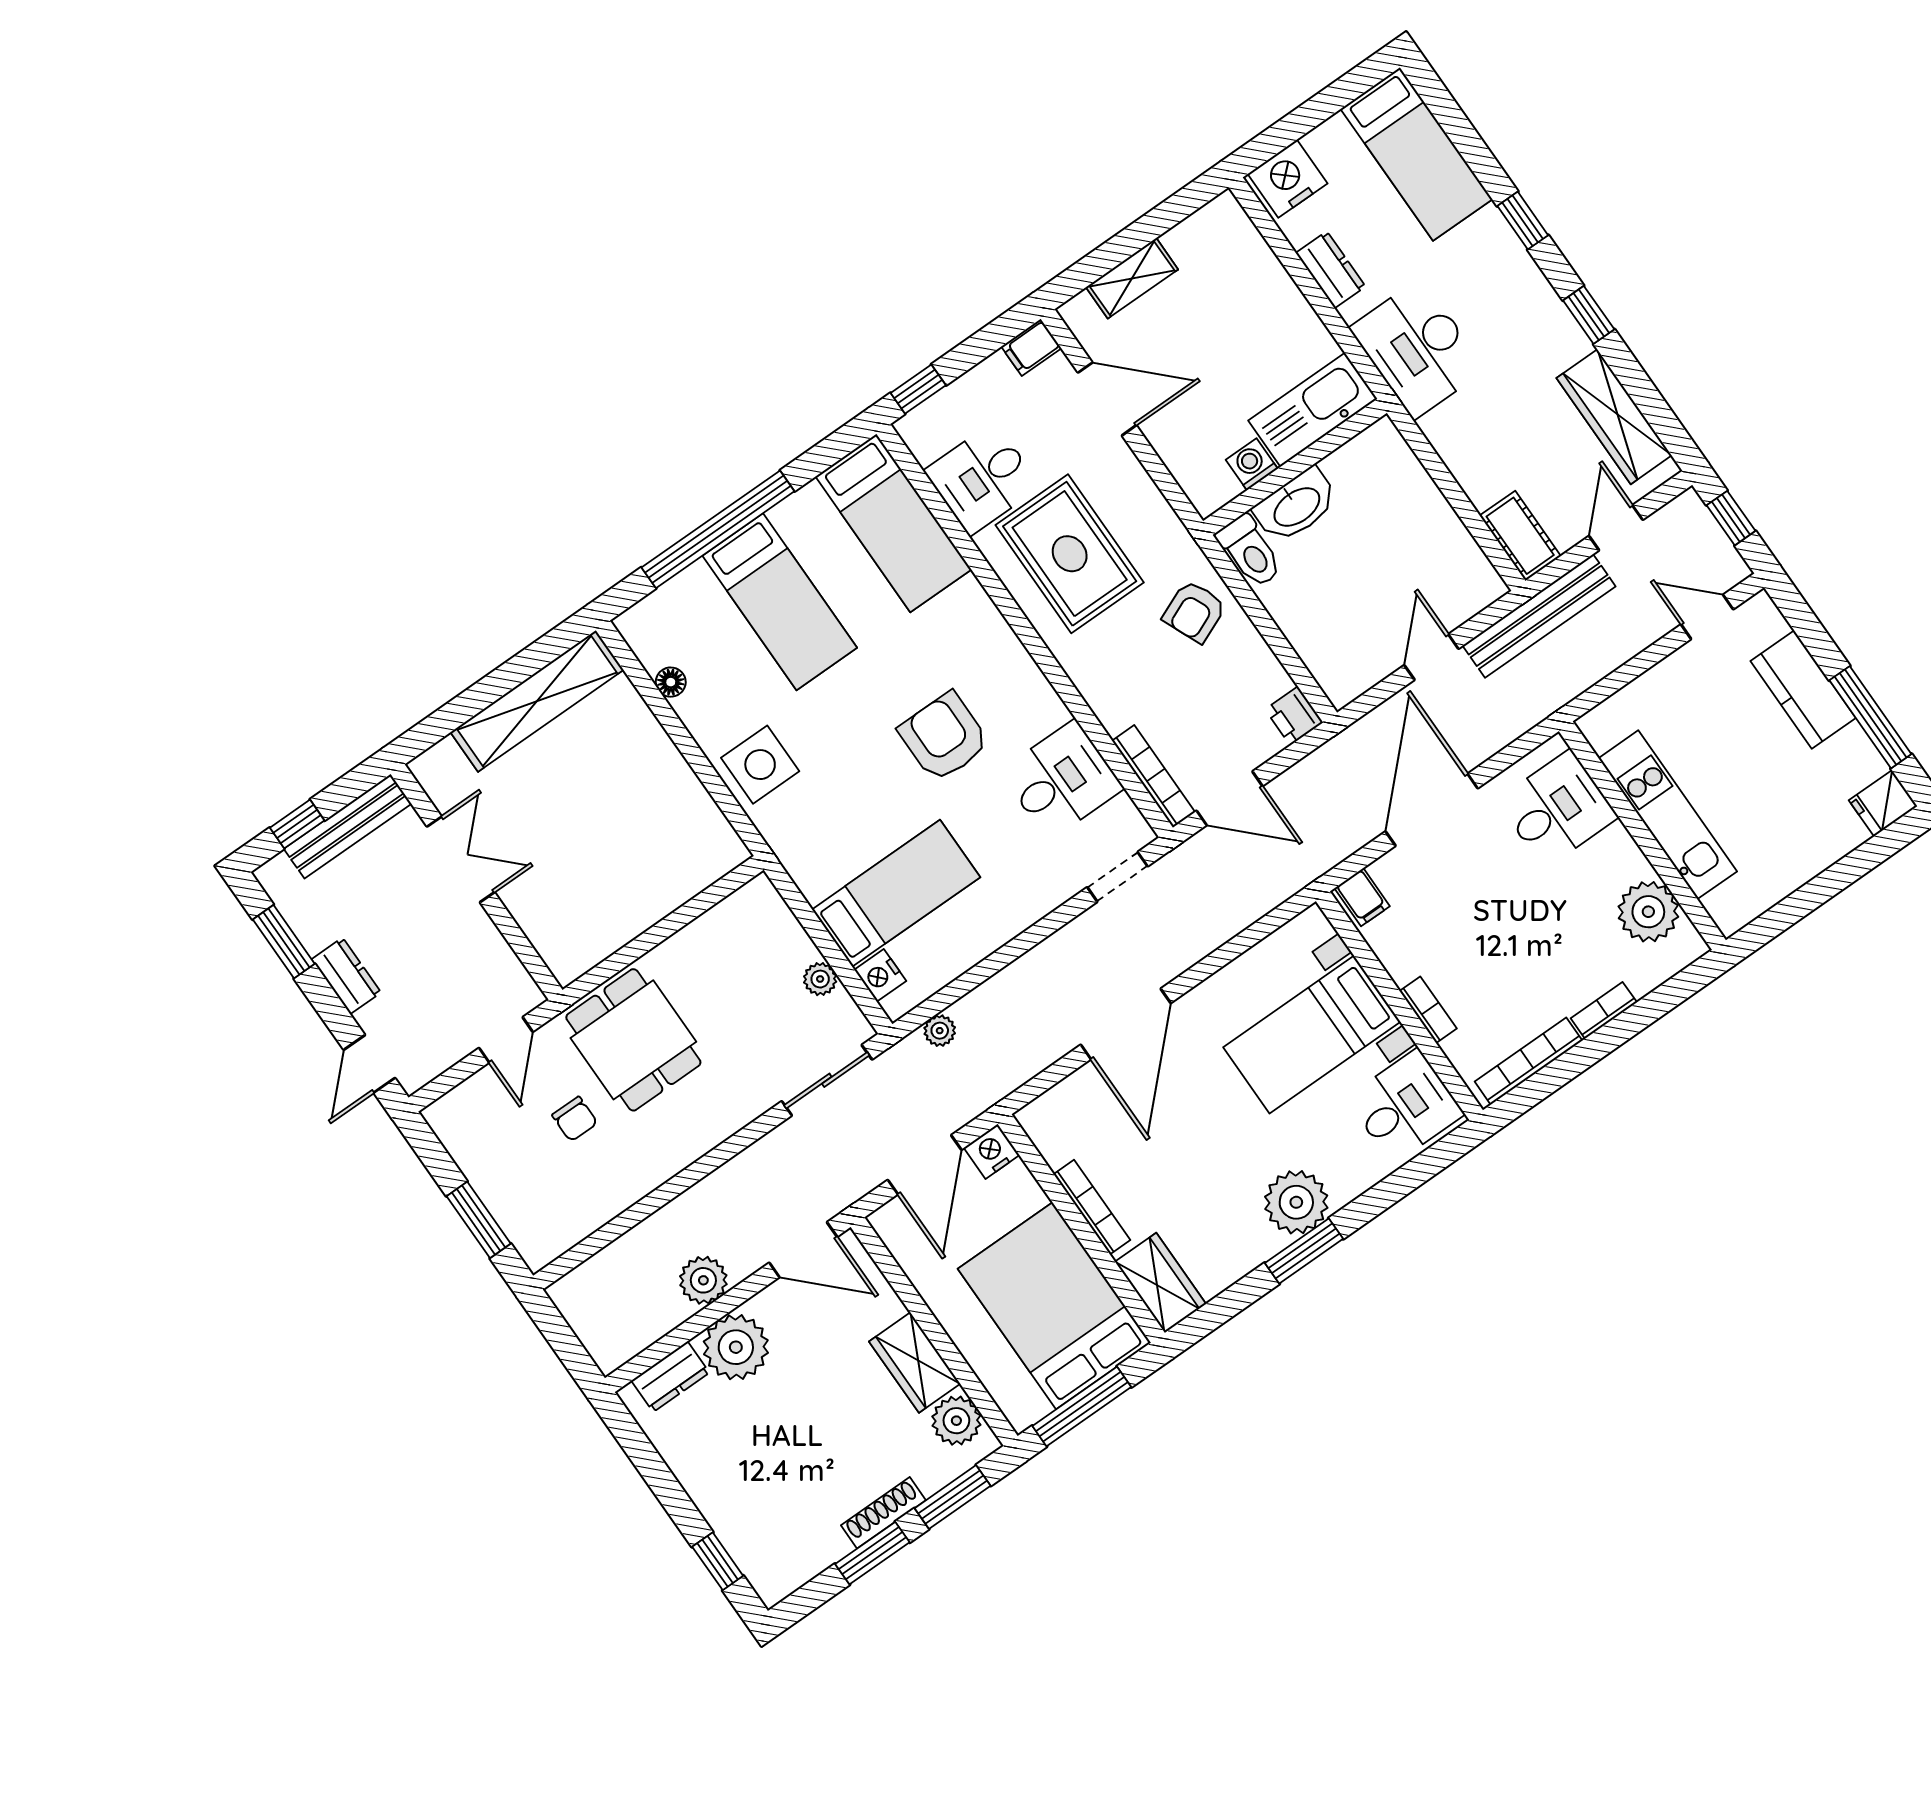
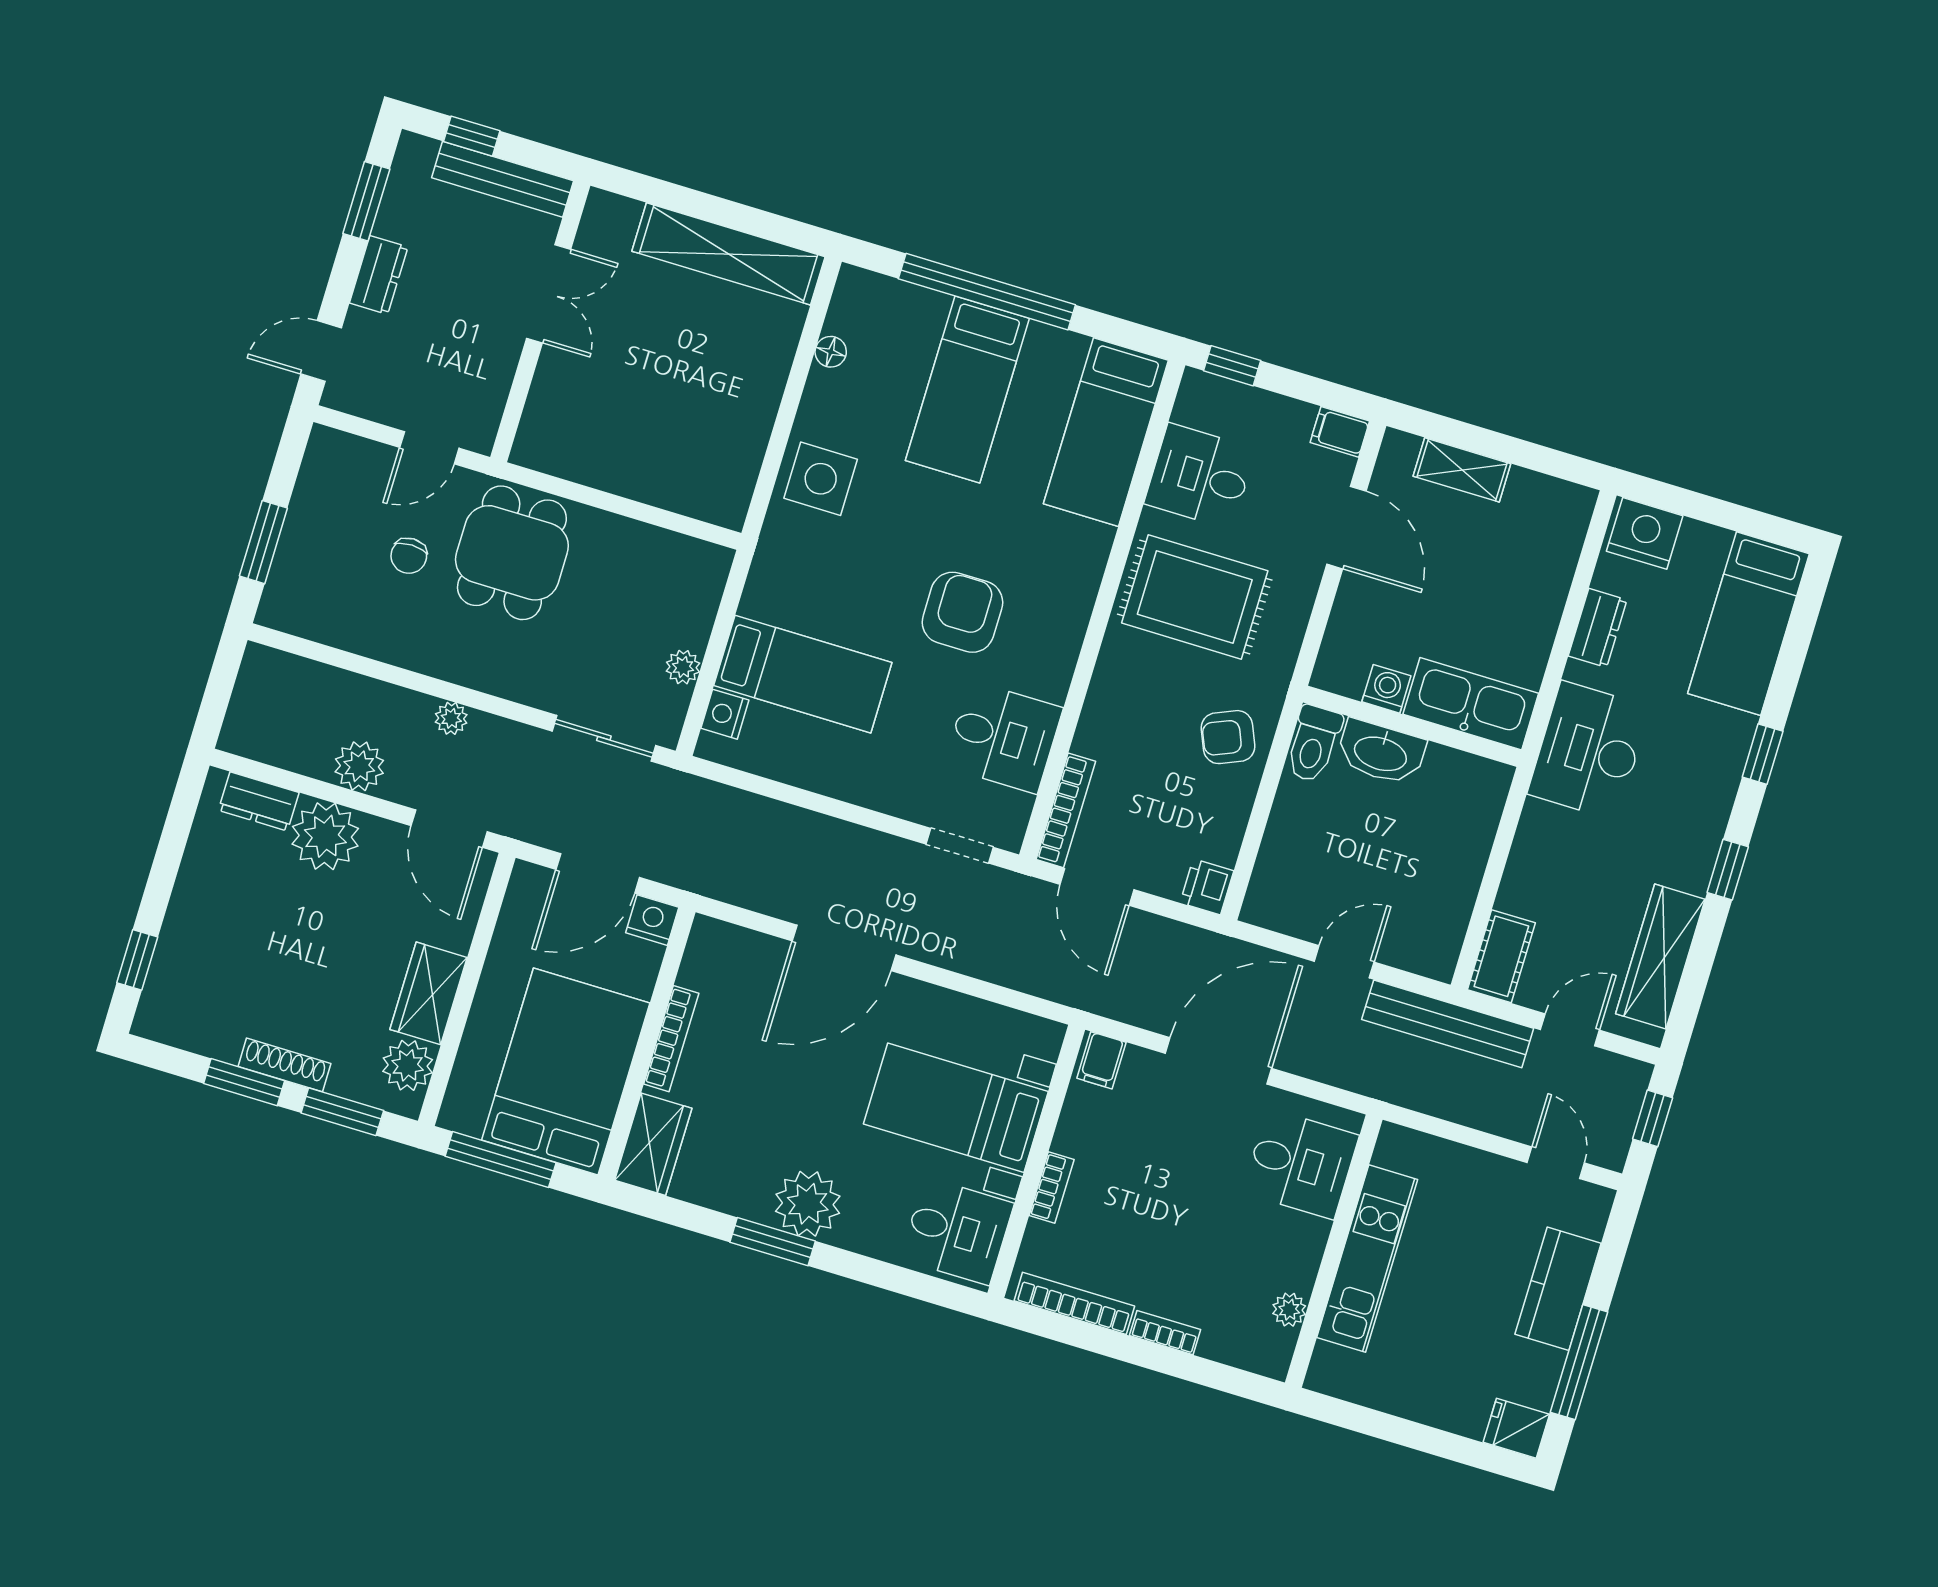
rug: (1070, 554) -> (1195, 597), turned 90
plant: (1648, 912) -> (1289, 1310), width x0.53, depth x0.53
plant: (940, 1031) -> (451, 718), moved

